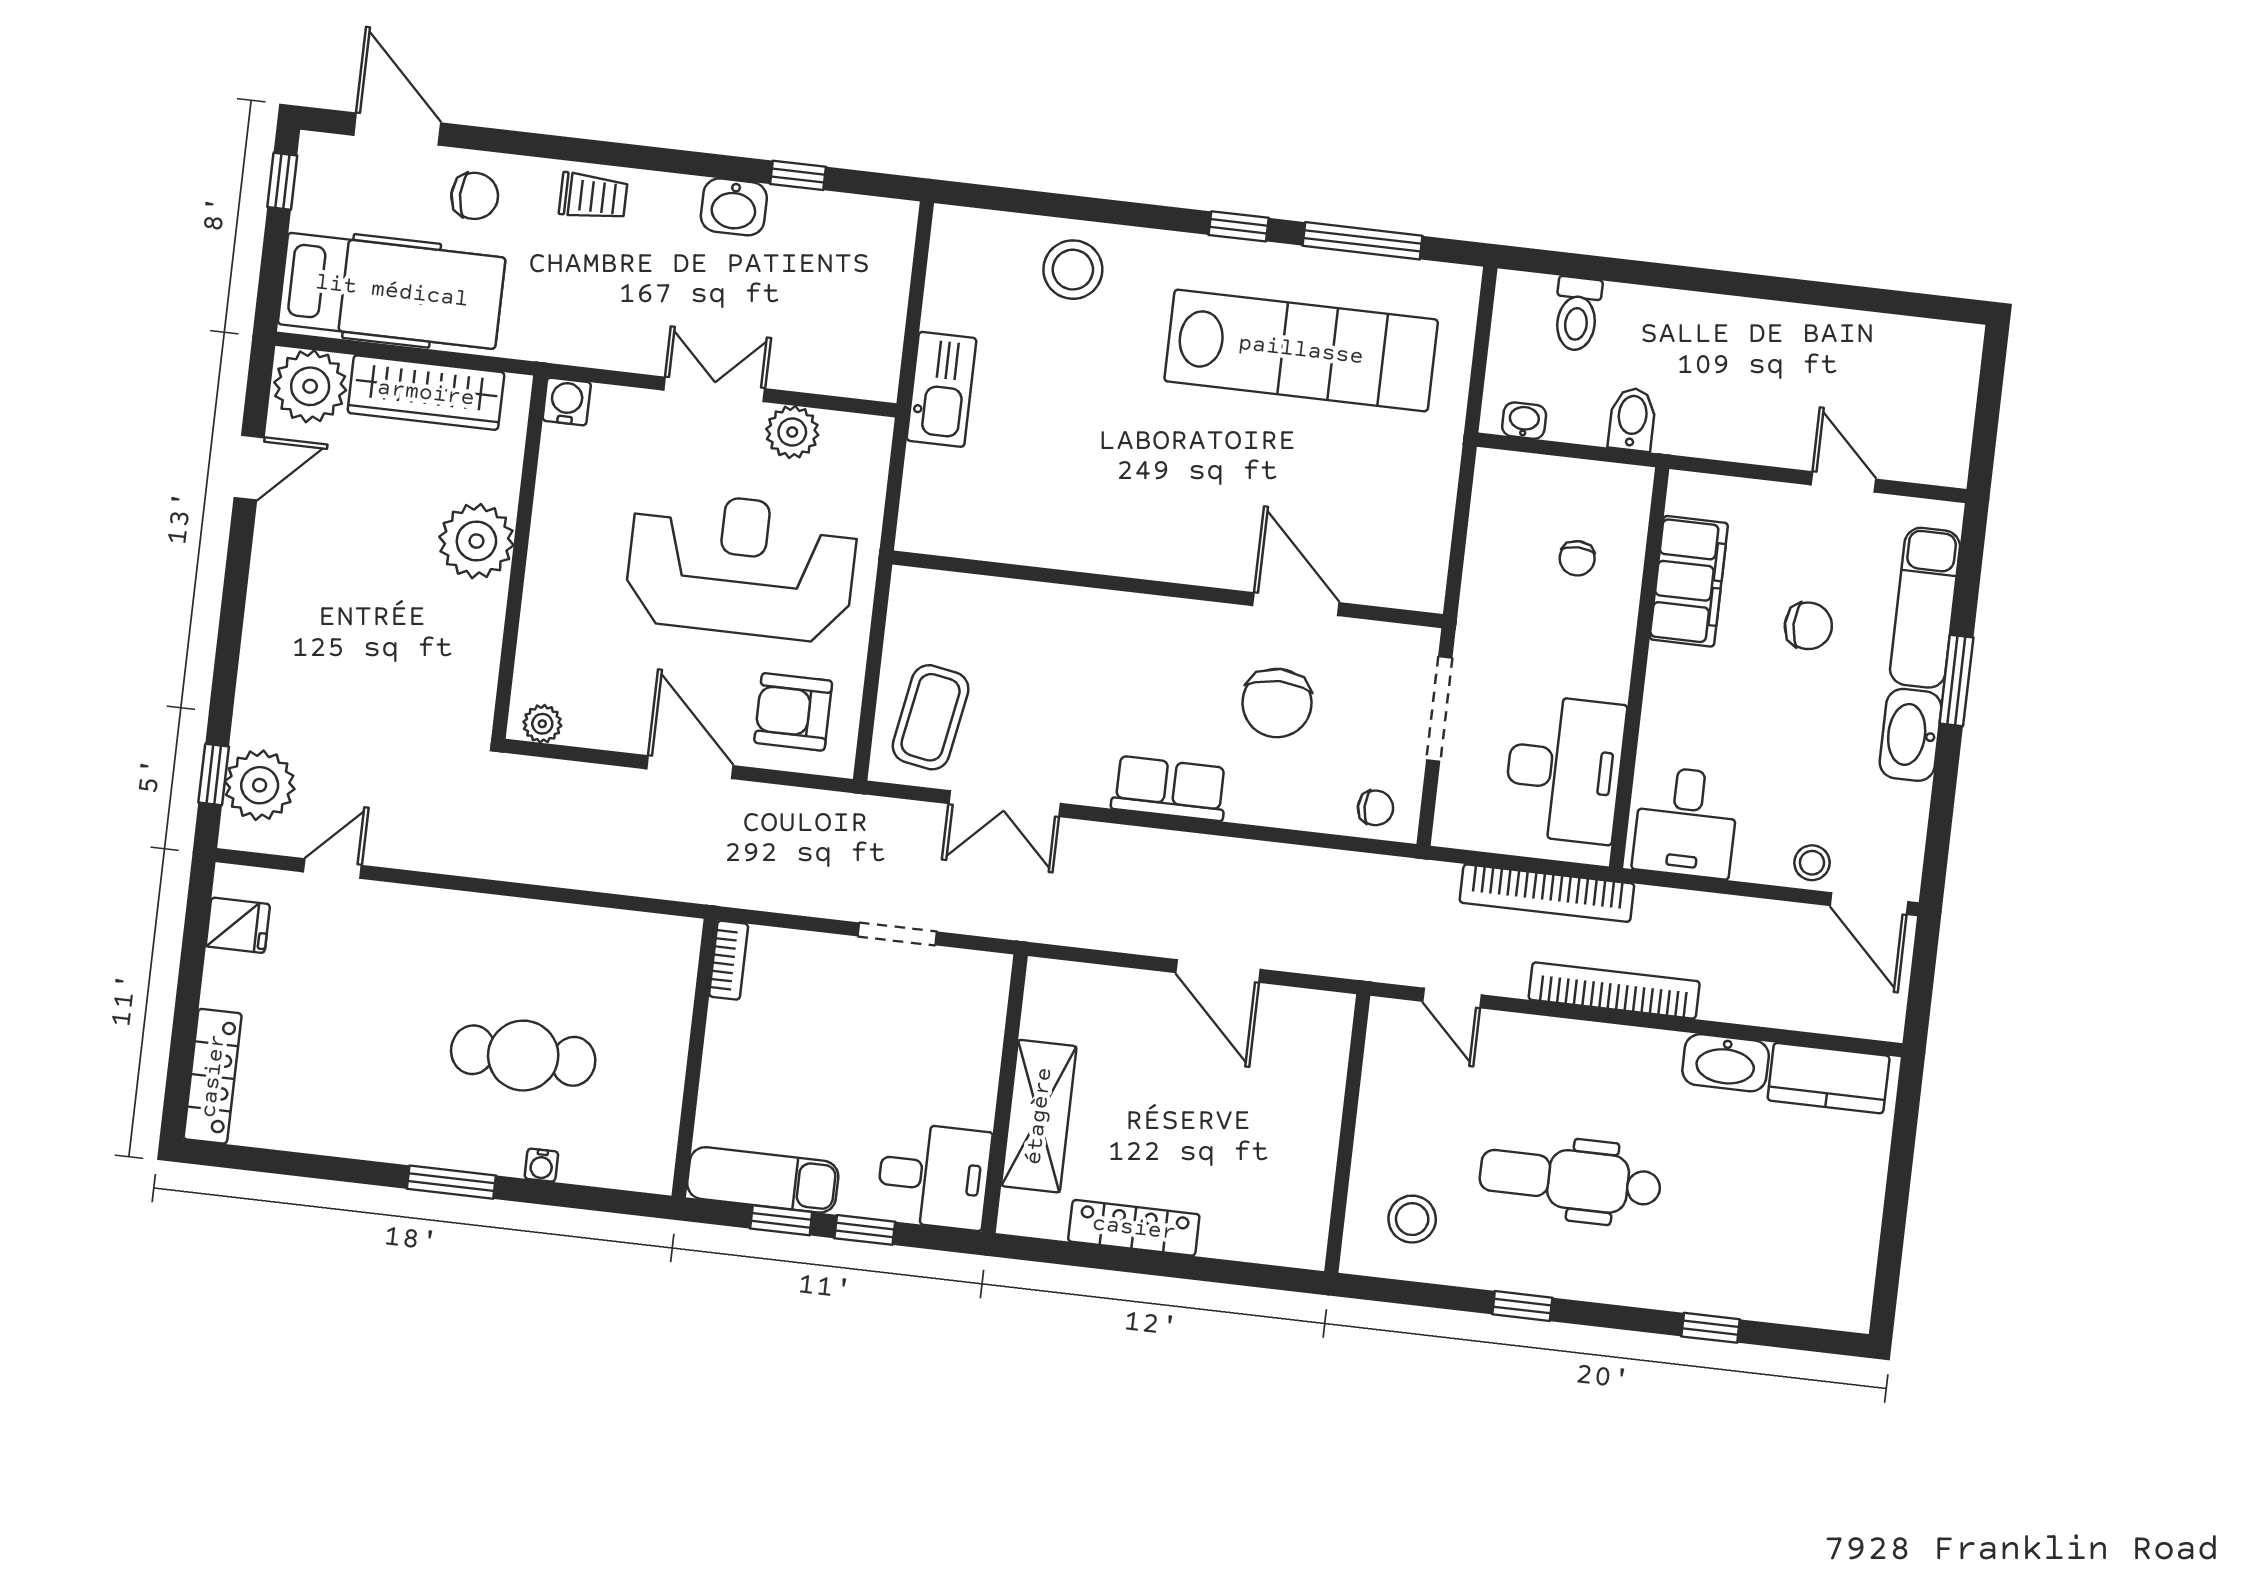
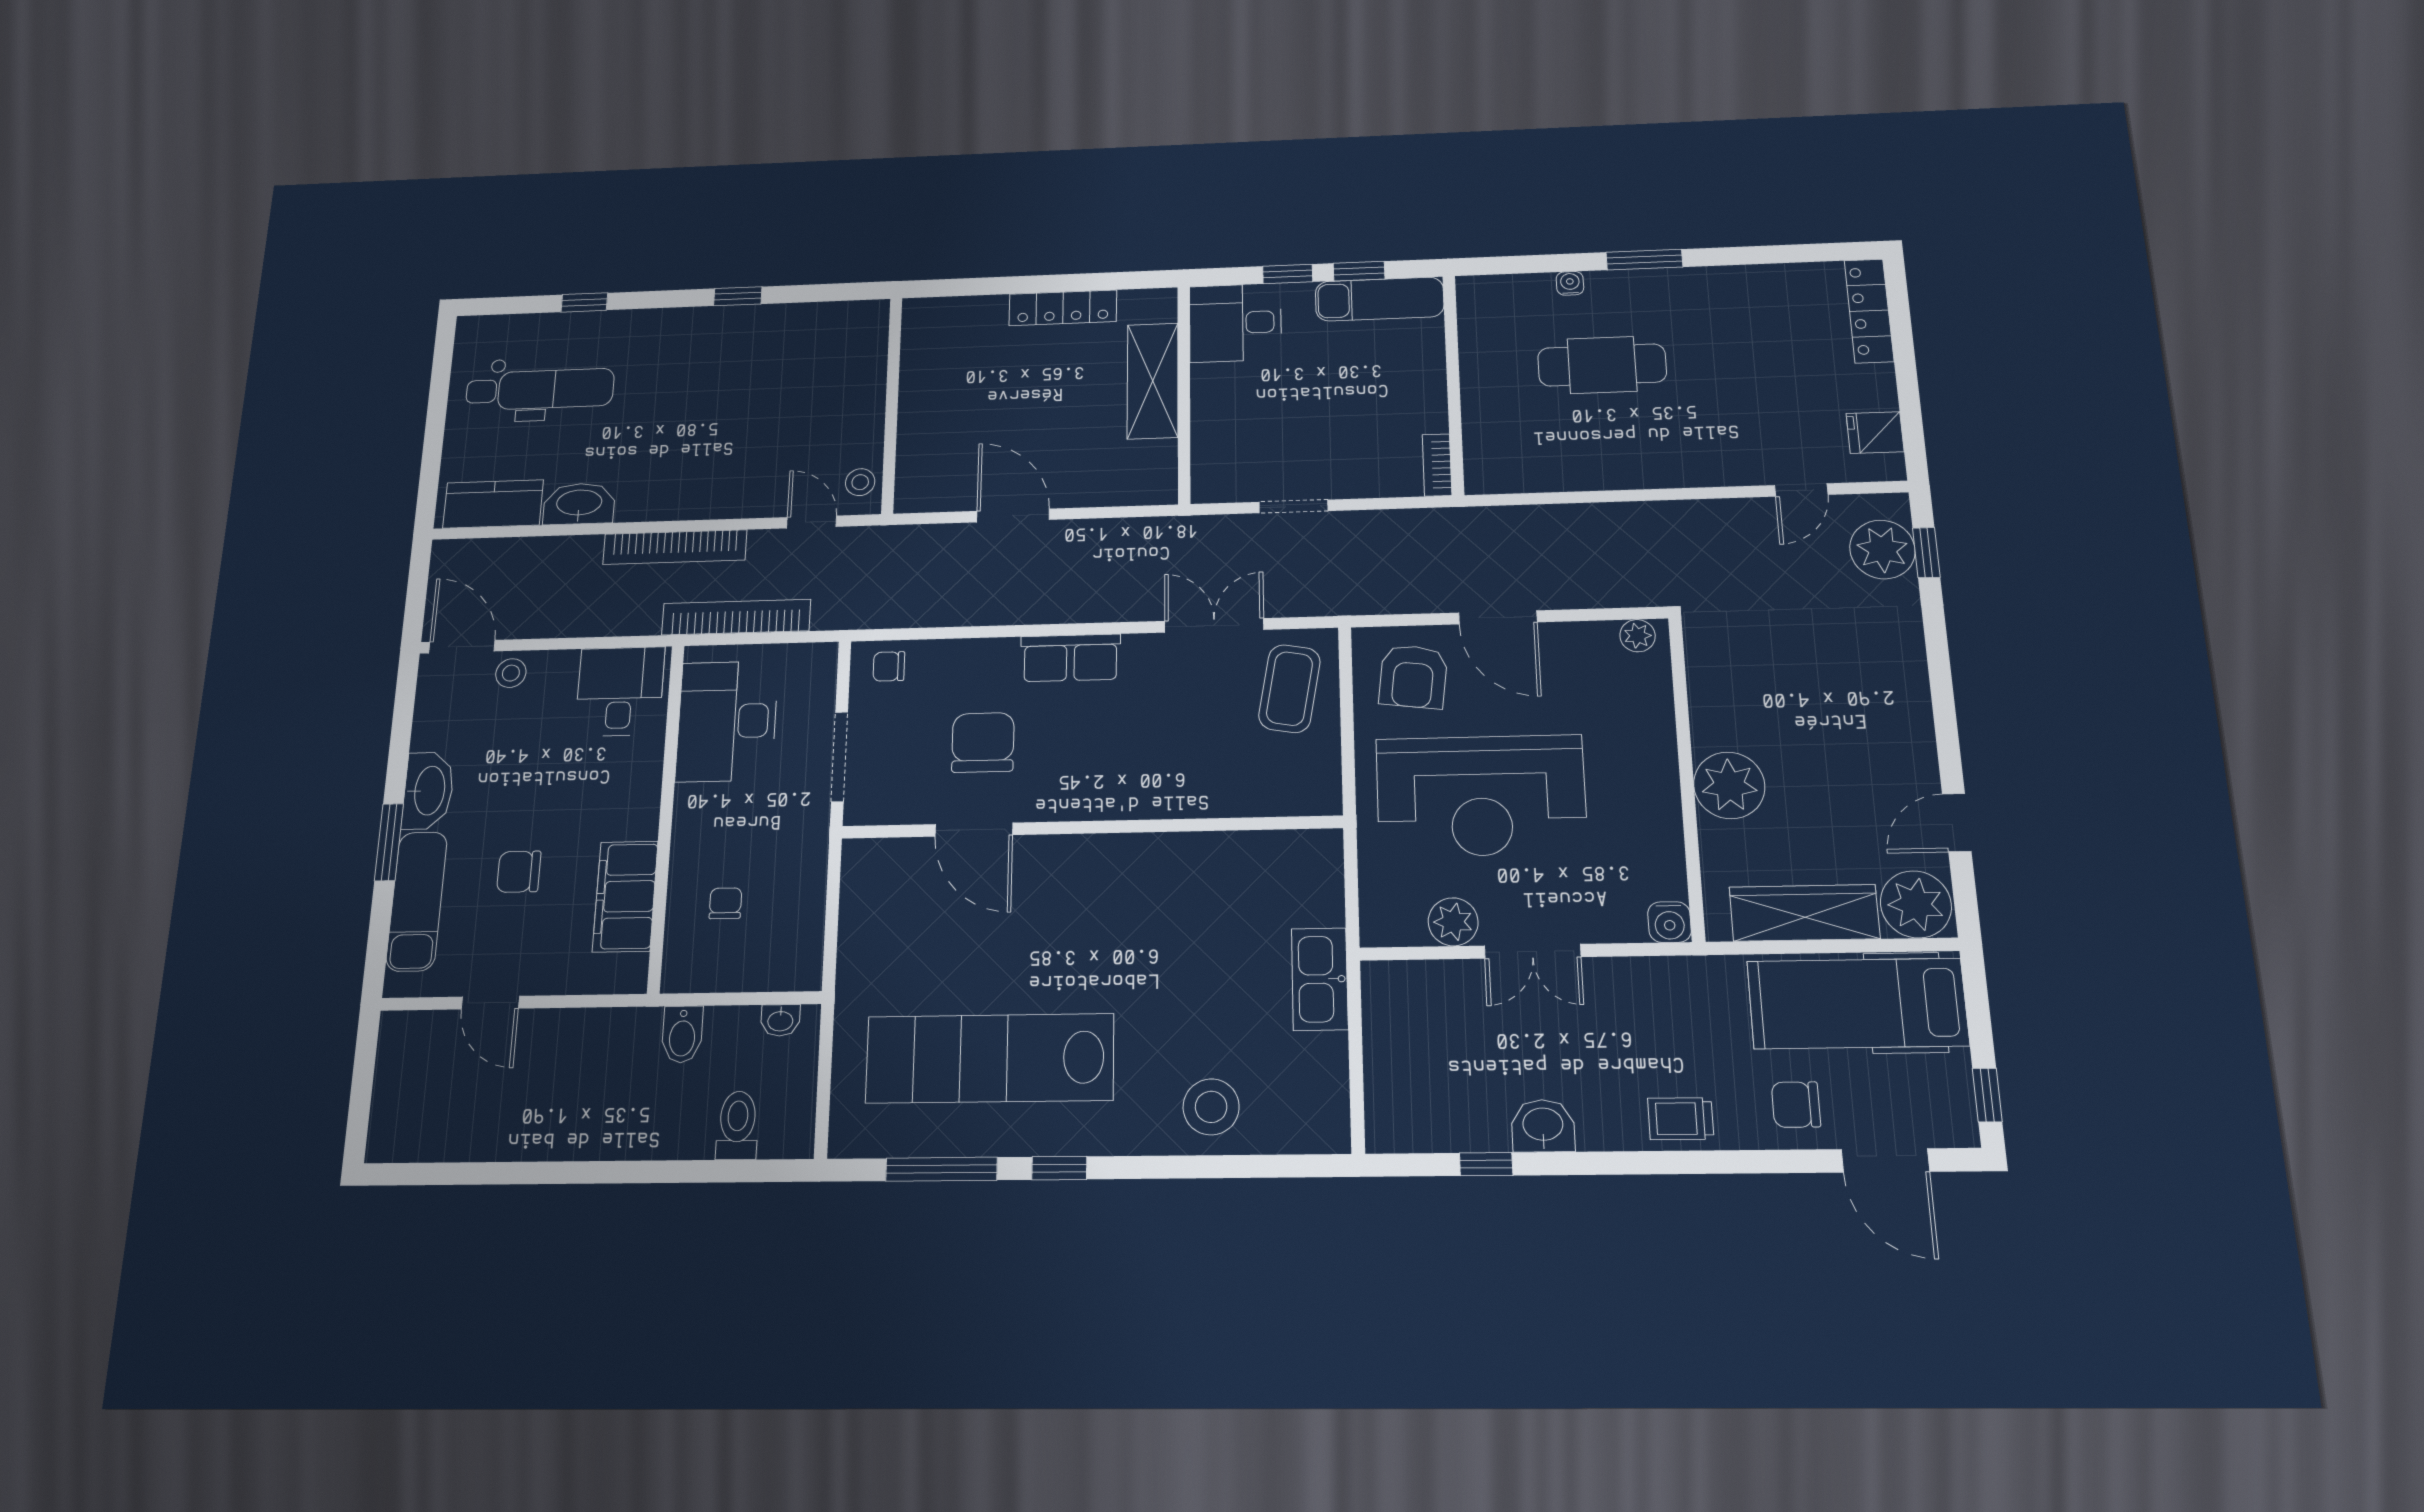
armchair: (793, 712) -> (1413, 676), turned 97
dental chair: (1570, 1179) -> (540, 389), moved
stool: (1412, 1219) -> (860, 482), moved, width x0.73, depth x0.73

